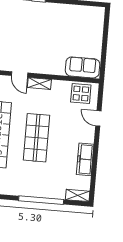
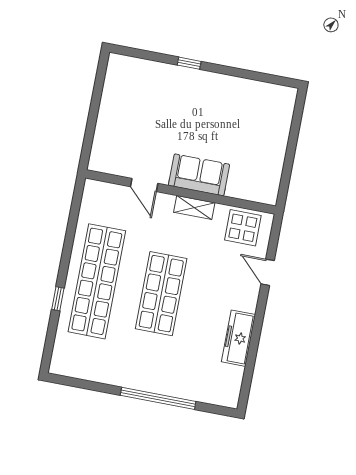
sofa: (83, 67) -> (199, 175), moved
shelving: (39, 84) -> (194, 207), moved
shelving: (78, 195) -> (220, 397), removed

